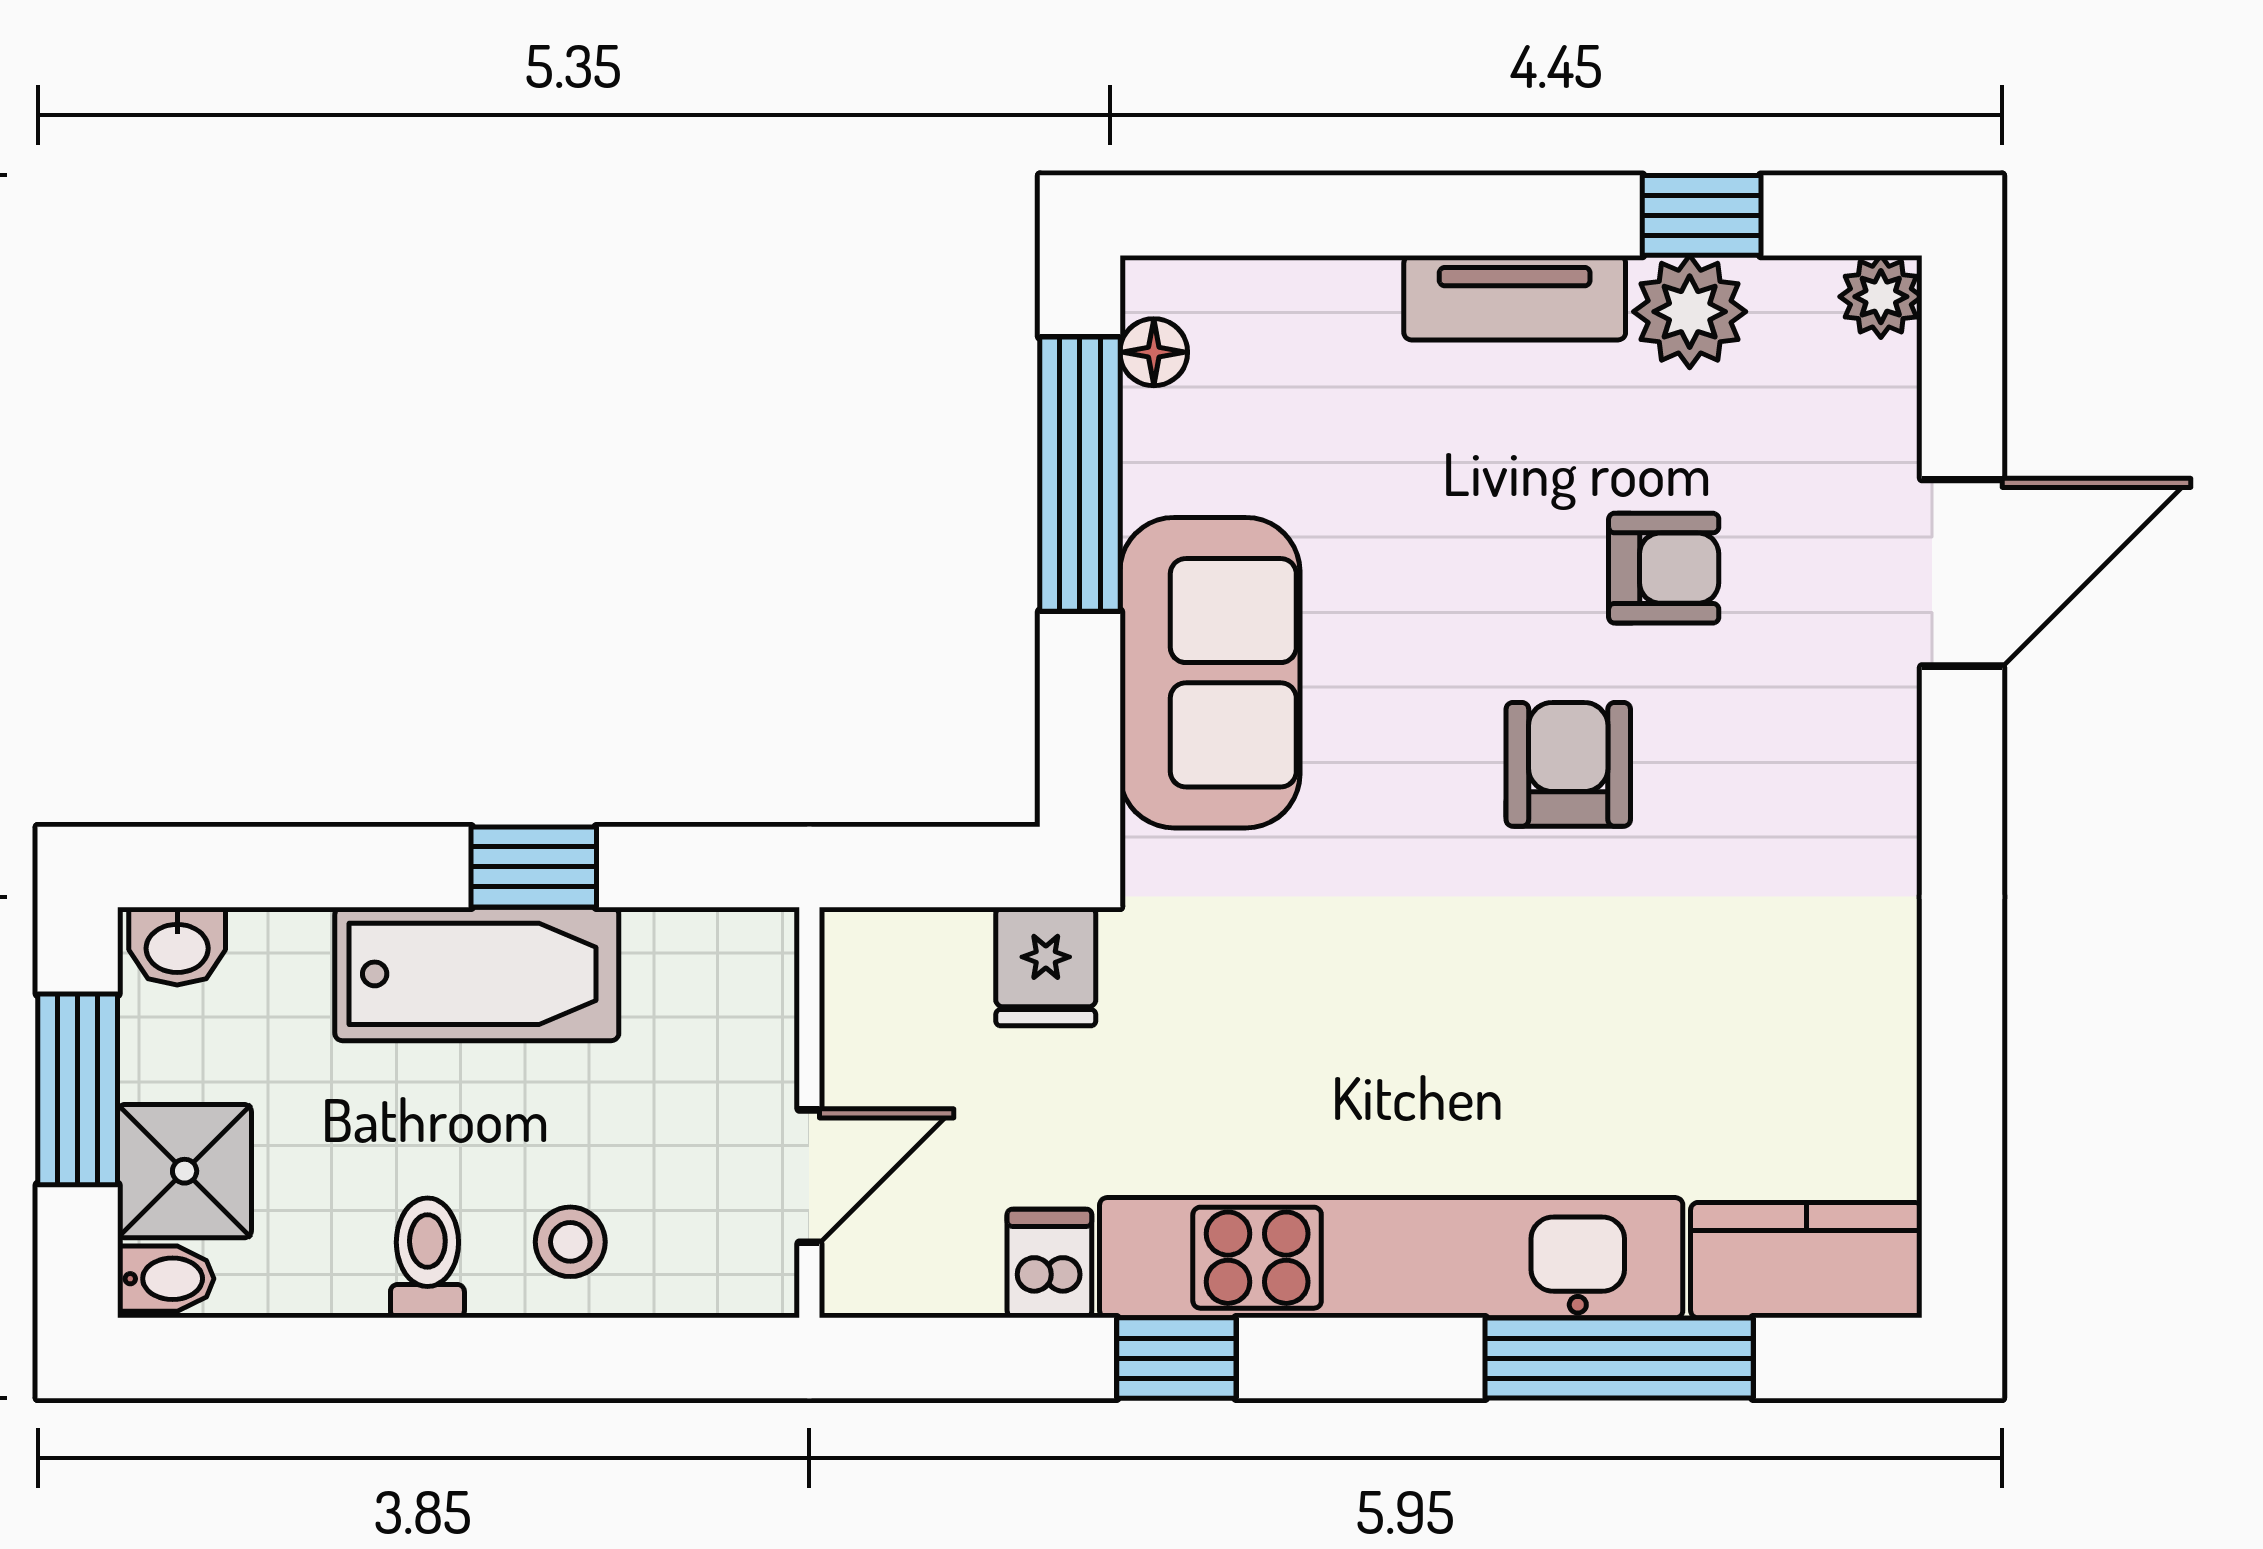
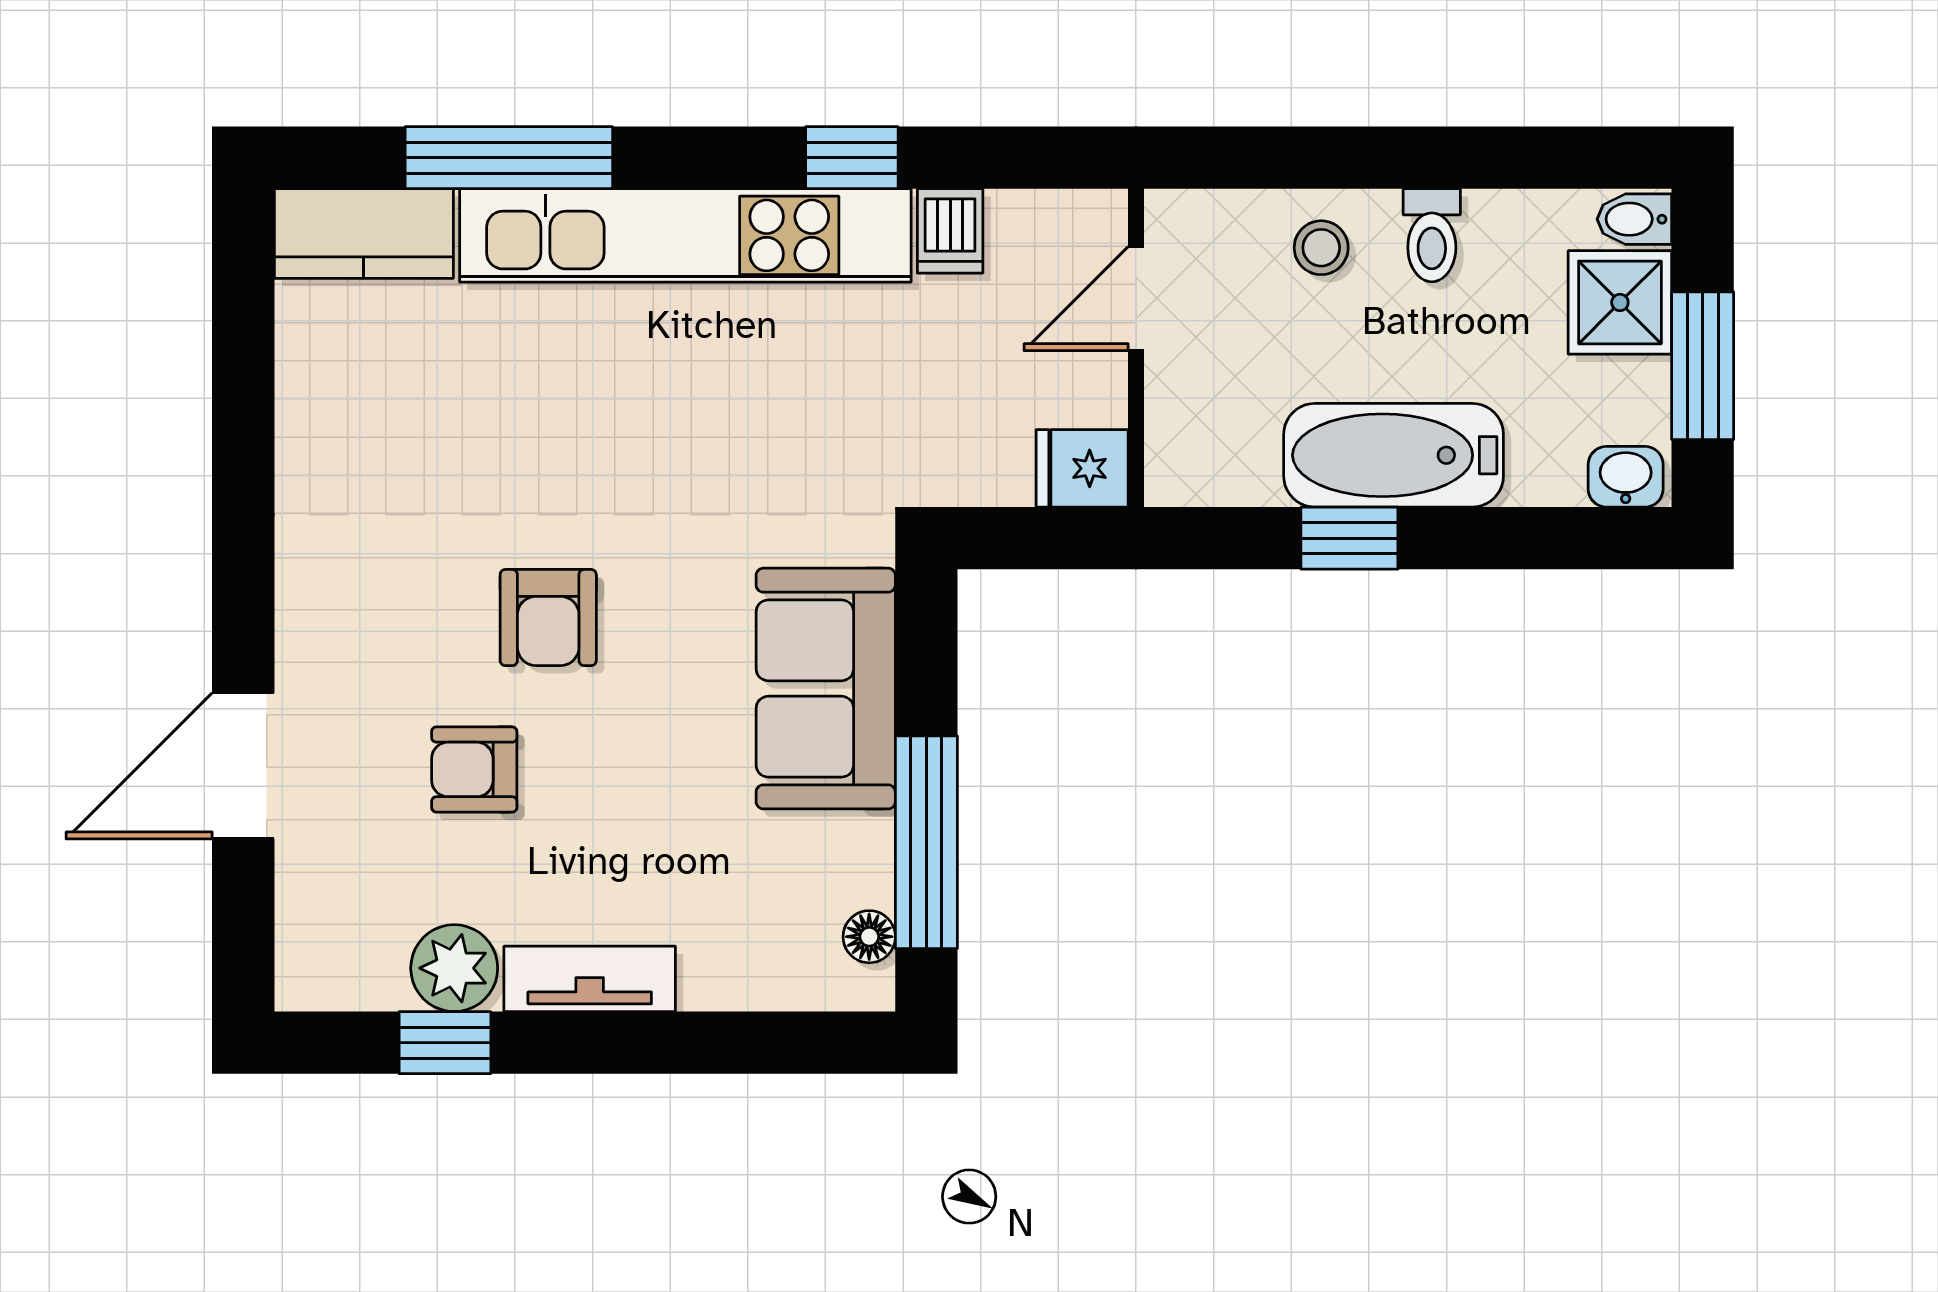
plant: (1881, 297) -> (306, 980), removed
fridge: (1046, 967) -> (1082, 468), moved, turned -90

